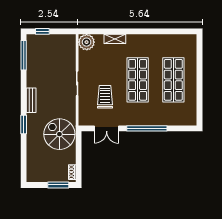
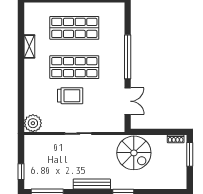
shelving: (115, 39) -> (29, 46), moved
trolley: (105, 97) -> (70, 96), moved, turned 180
bench: (31, 100) -> (92, 184), width x1.36
spiral stairs: (59, 134) -> (134, 153), turned -90

